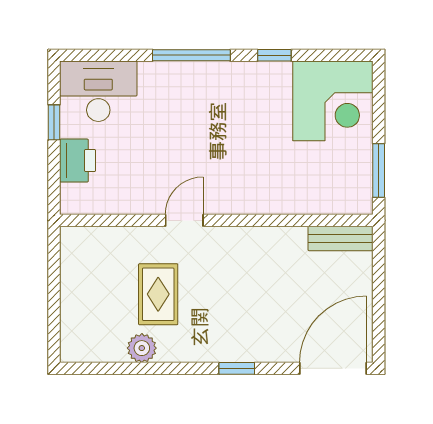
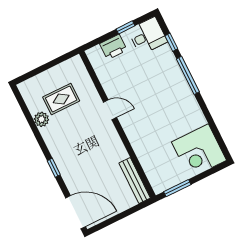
window: (274, 55) -> (171, 42), moved
desk: (98, 91) -> (148, 36), width x0.73
bench: (341, 238) -> (135, 181), width x1.36
rug: (158, 294) -> (61, 99), moved

